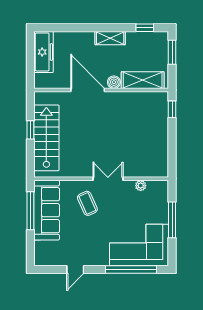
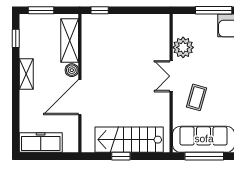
plant: (141, 186) -> (183, 47), width x1.88, depth x1.88
coffee table: (87, 203) -> (197, 97), turned -50

